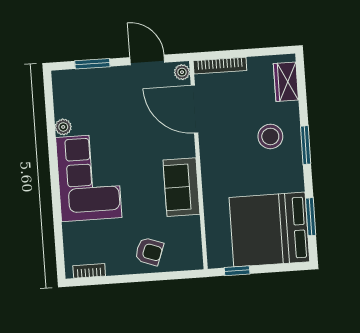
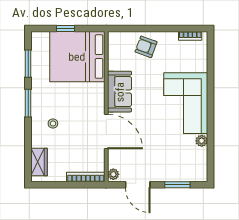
door: (194, 109) -> (106, 132), moved
stool: (270, 136) -> (53, 124), width x0.53, depth x0.53
window: (306, 145) -> (28, 103), moved
bed: (269, 230) -> (77, 57), moved, turned 180
window: (237, 271) -> (65, 28), moved

